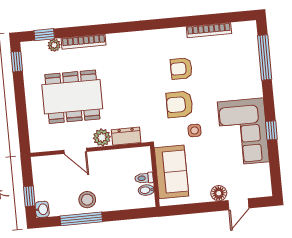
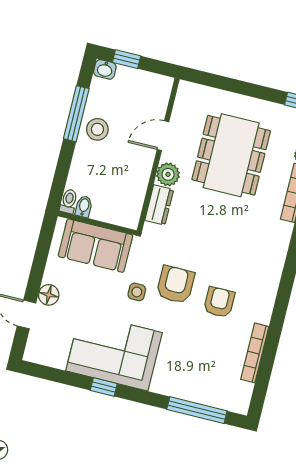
toilet: (144, 178) -> (69, 201), moved

